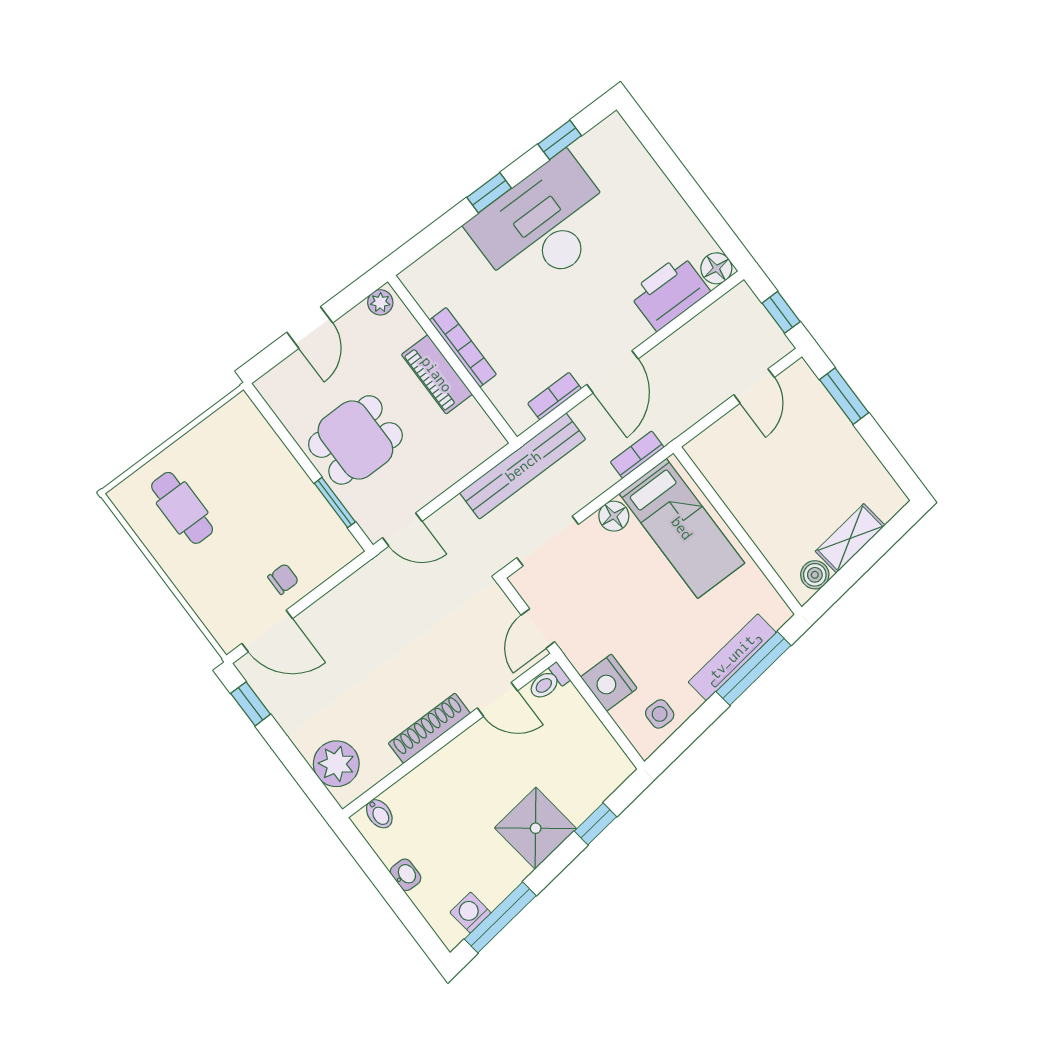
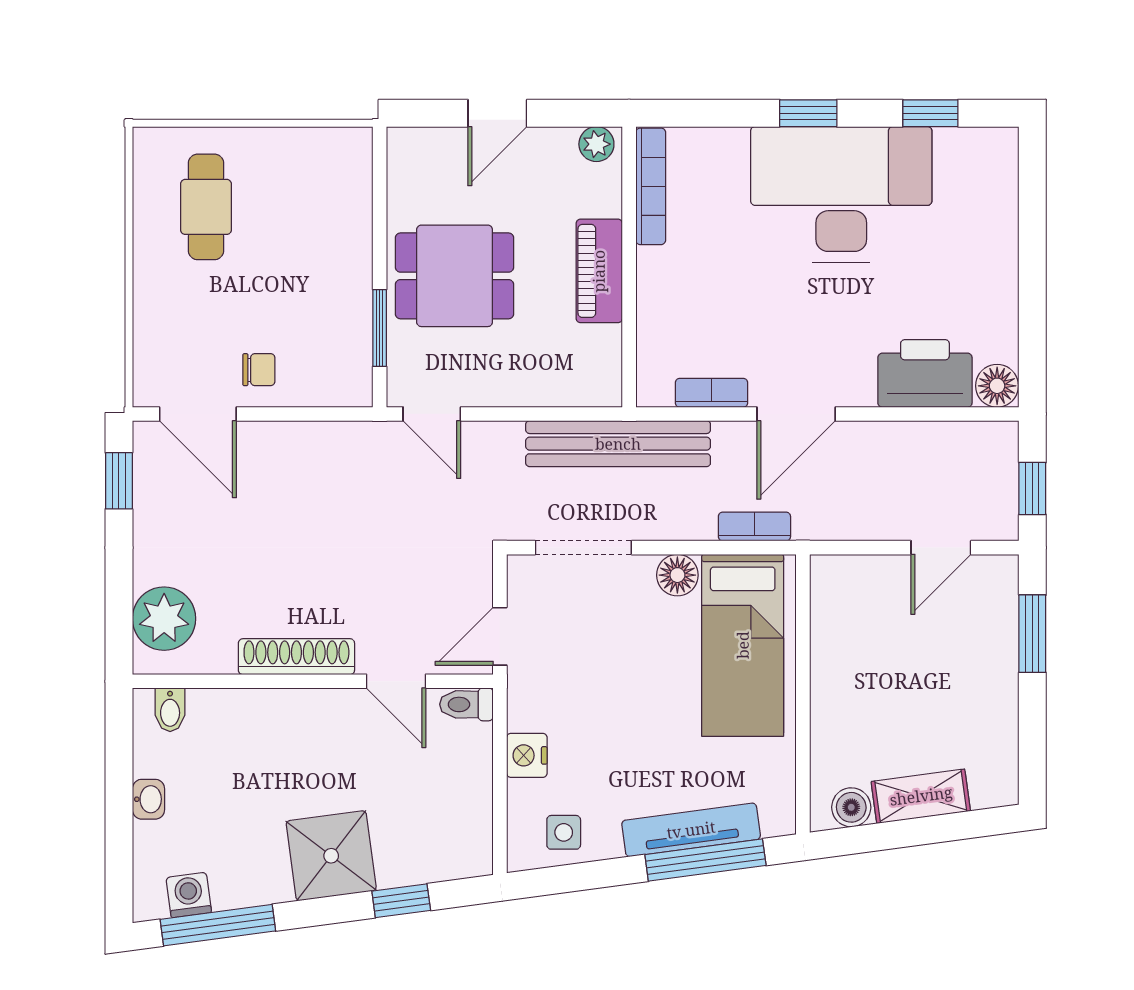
bookcase: (463, 347) -> (651, 186), moved
nightstand: (609, 683) -> (527, 755), width x0.74, depth x0.75

